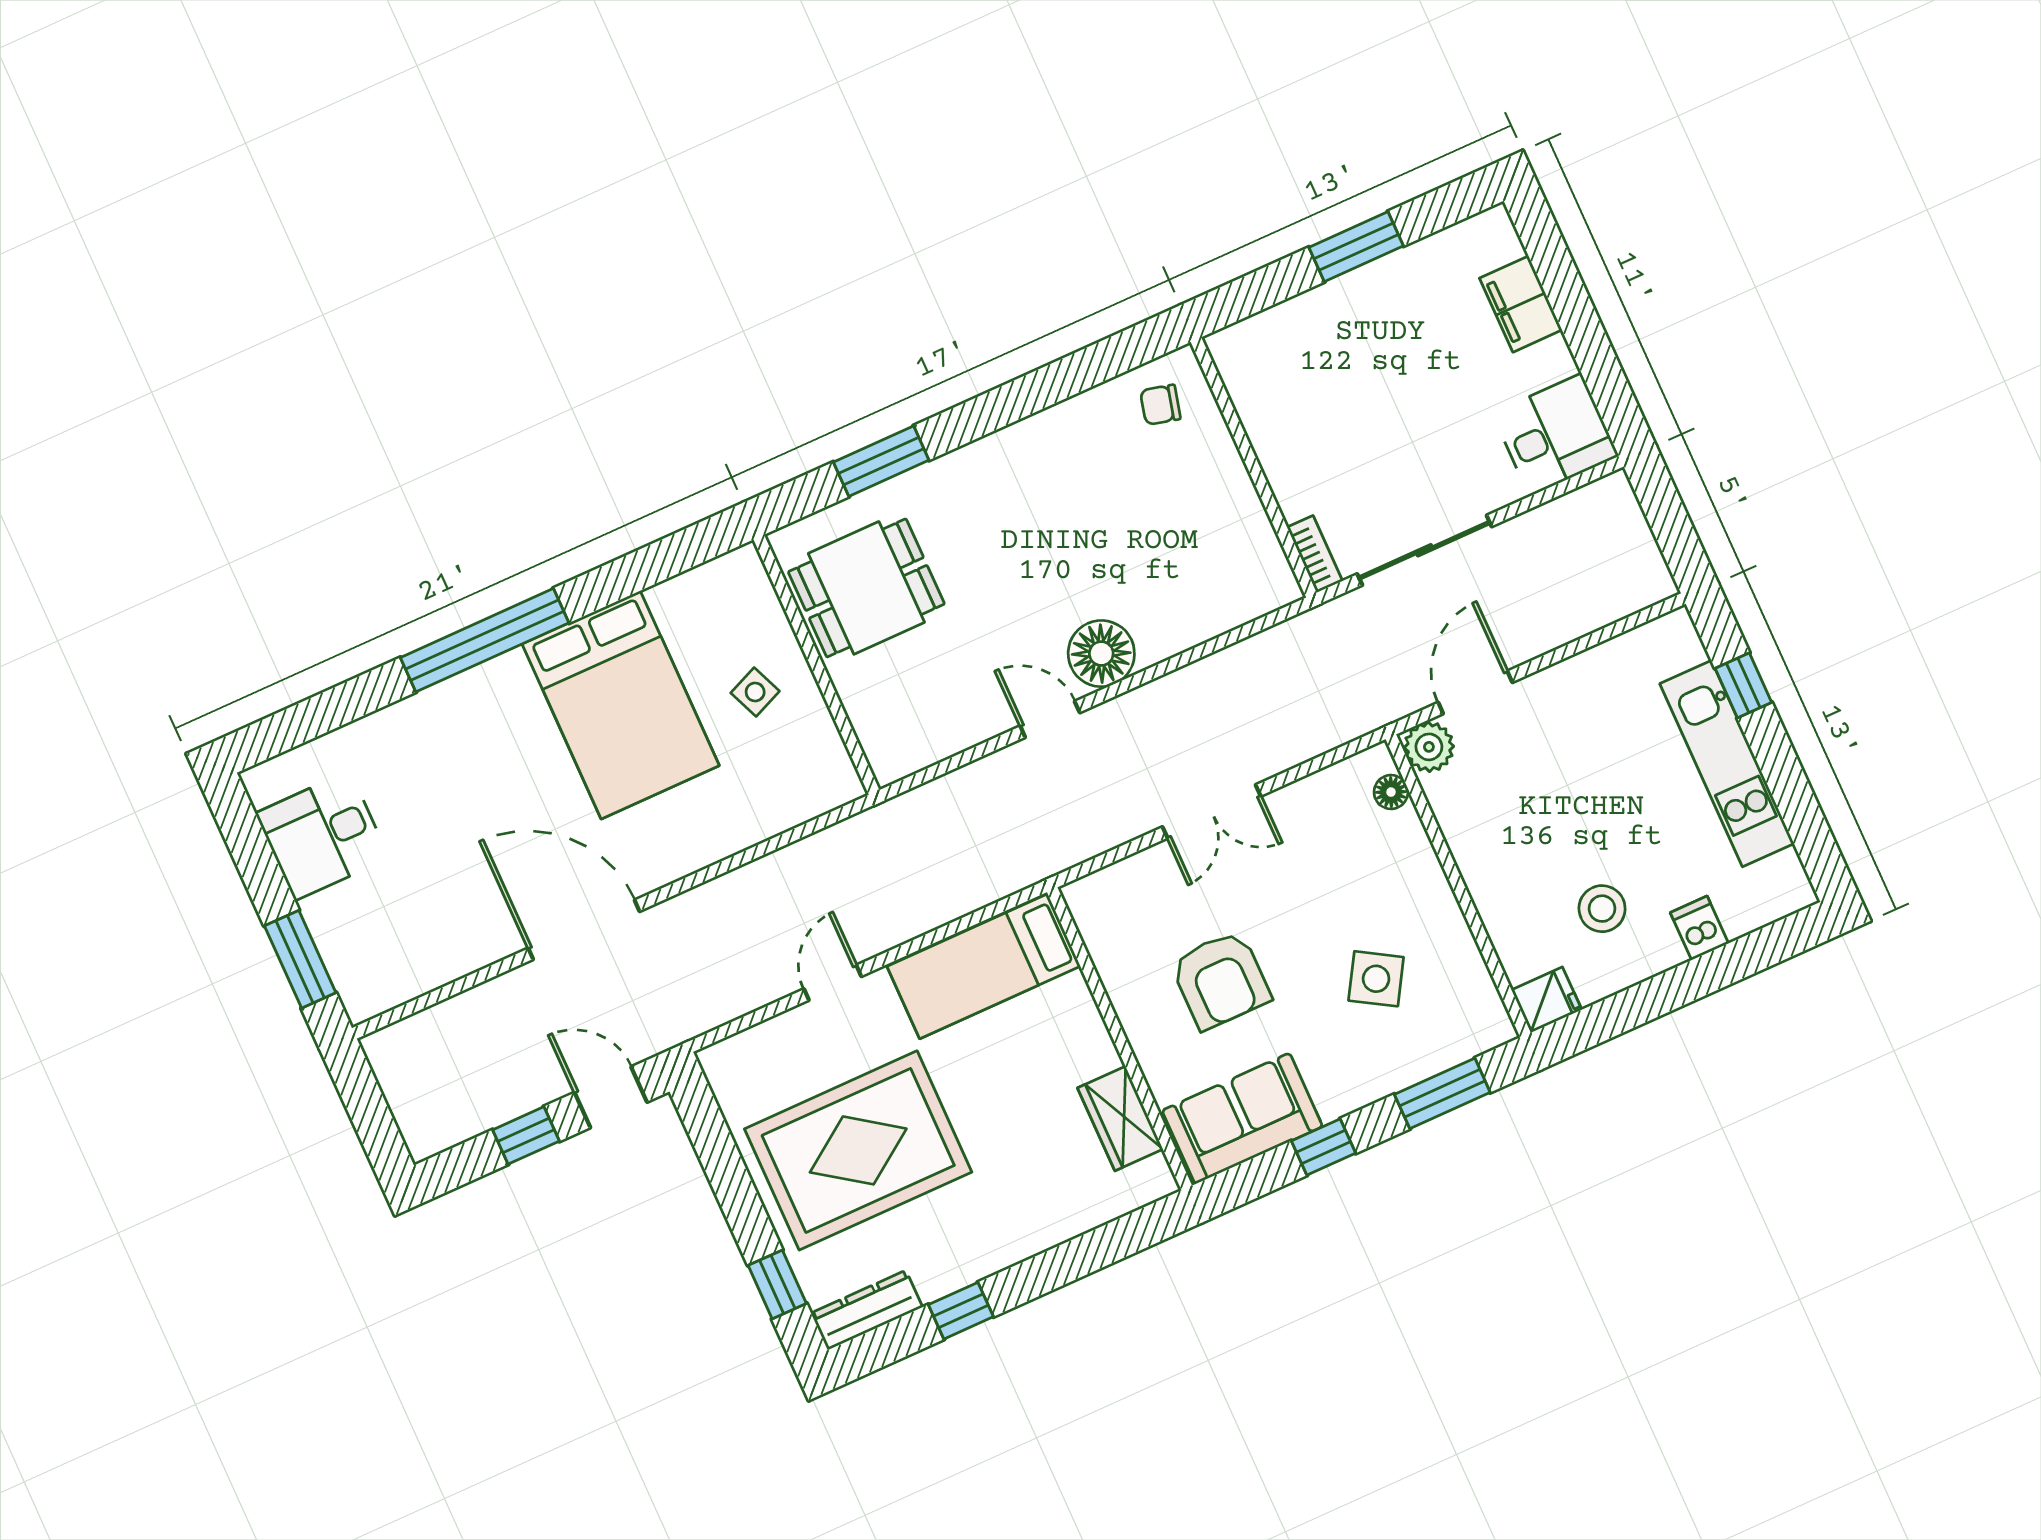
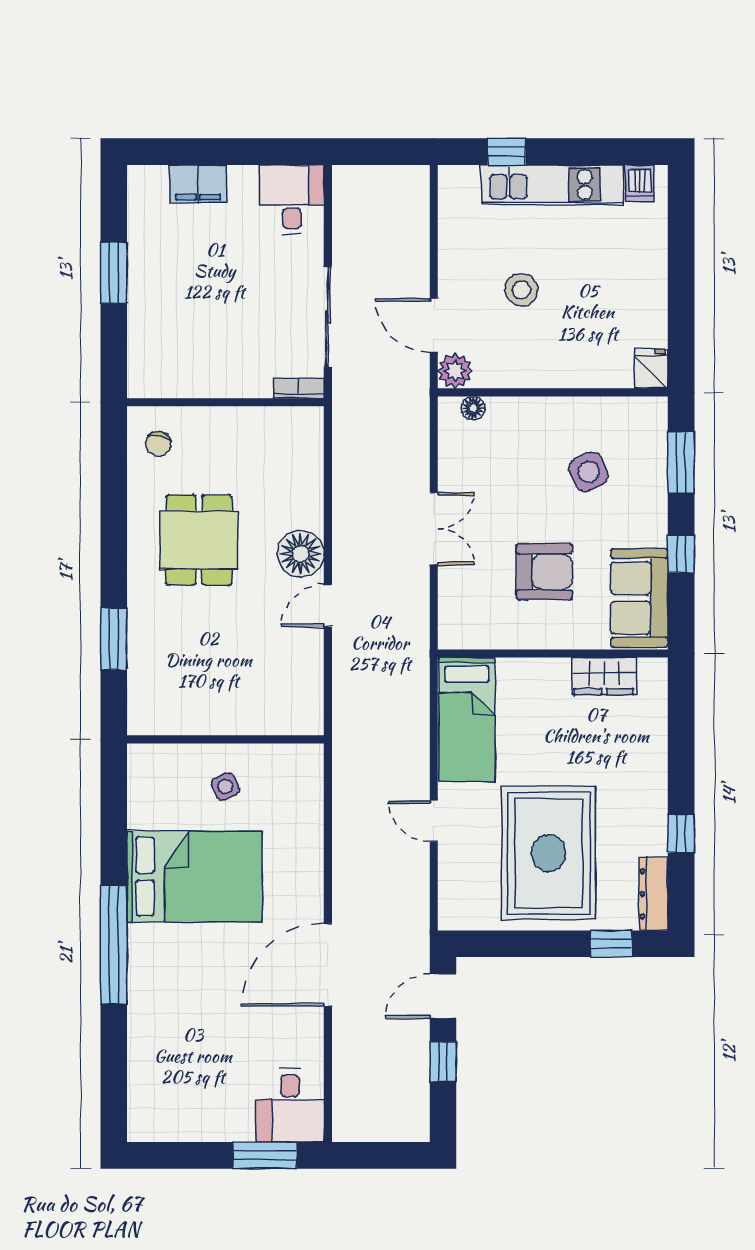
dining table: (866, 588) -> (199, 540), moved
desk: (322, 836) -> (290, 1105), moved
stool: (1602, 909) -> (521, 290), moved
dishwasher: (1699, 928) -> (640, 183), moved, turned -90
side table: (1376, 979) -> (588, 472), turned 33

